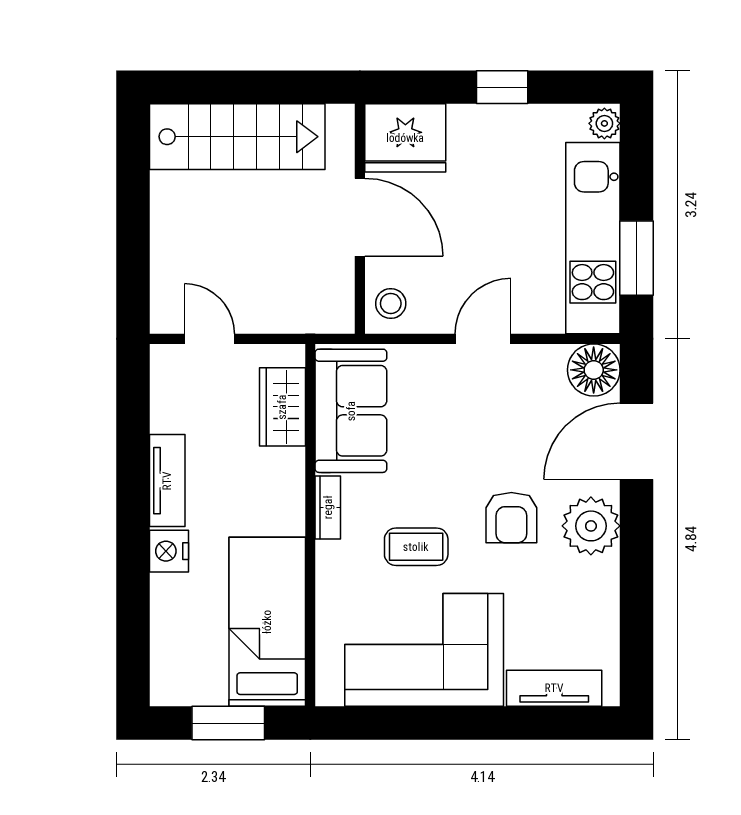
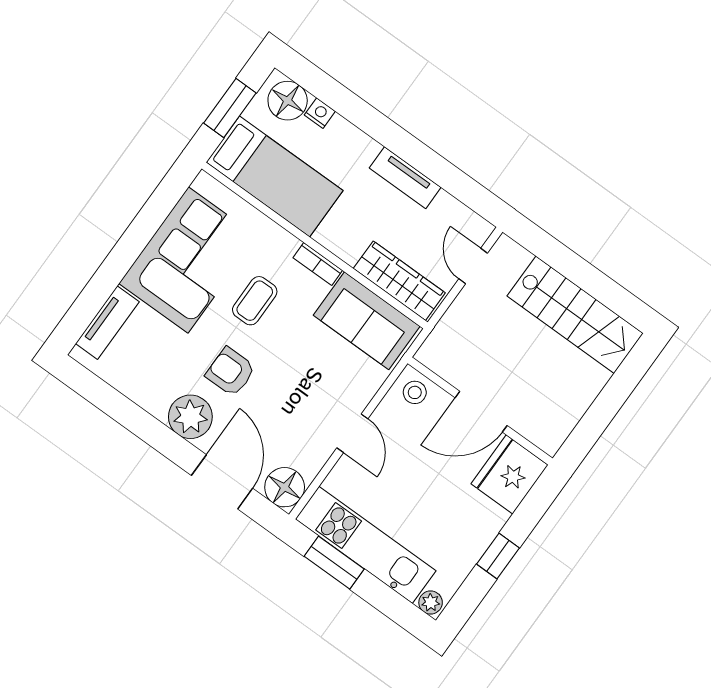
stairs: (237, 137) -> (575, 315), moved, turned -90
door: (209, 339) -> (473, 266), swing flipped
wardrobe: (282, 407) -> (399, 281), width x1.50
nightstand: (169, 551) -> (320, 113), moved, width x0.72, depth x0.74
floor lamp: (176, 667) -> (288, 101), added

